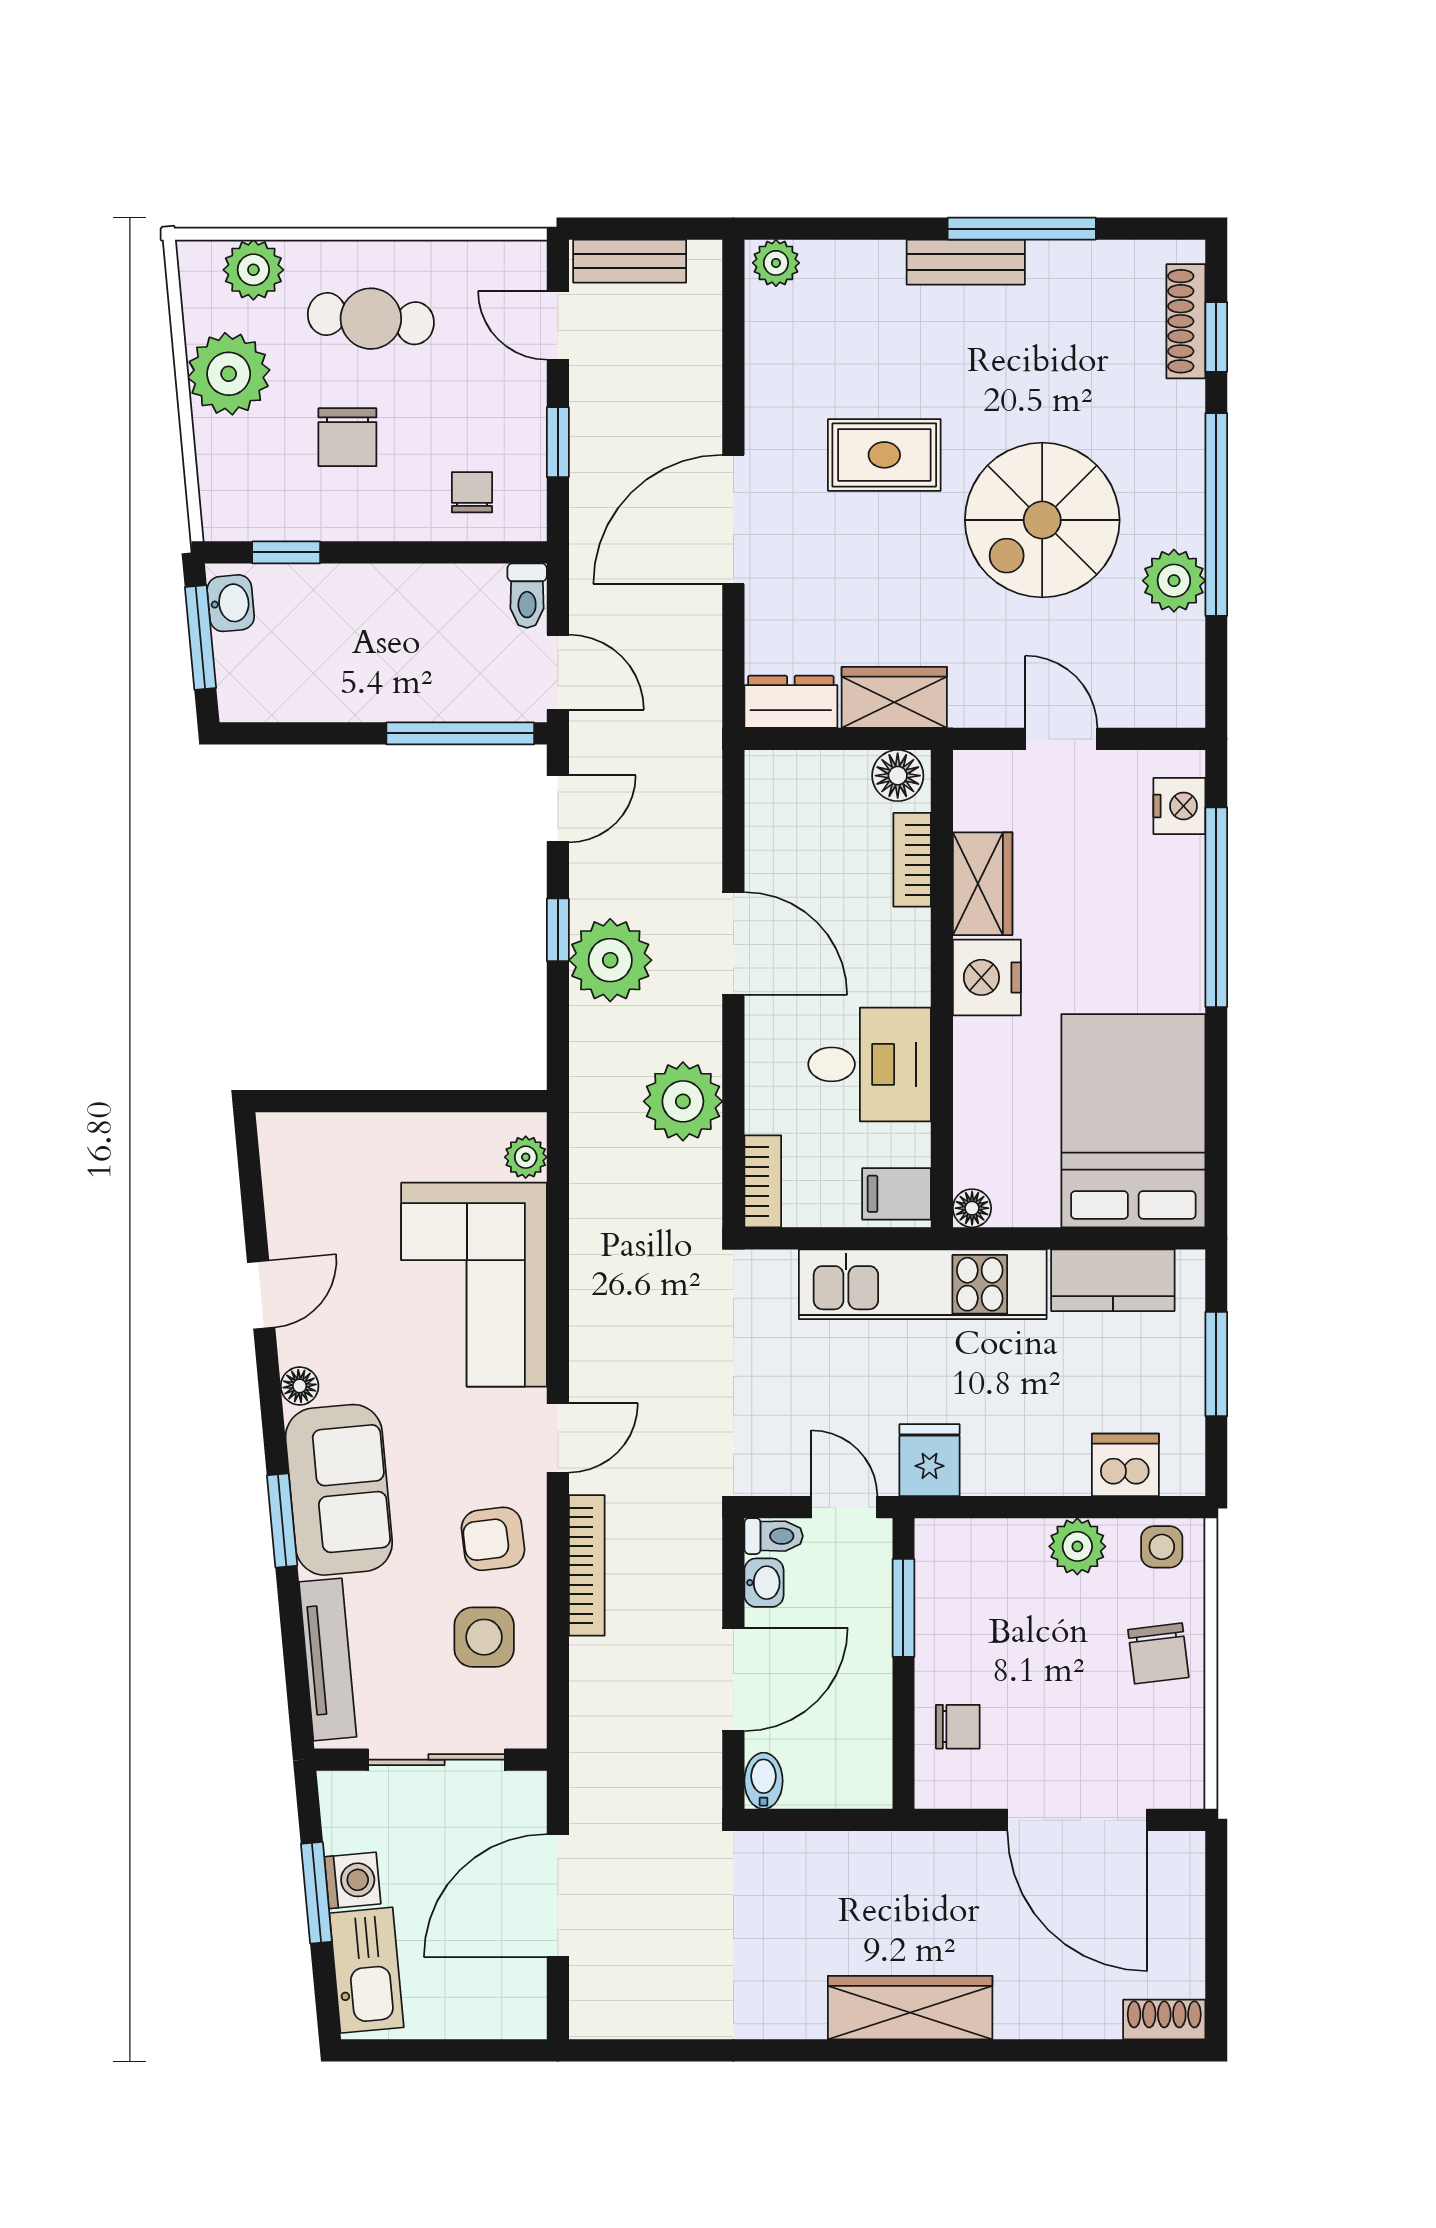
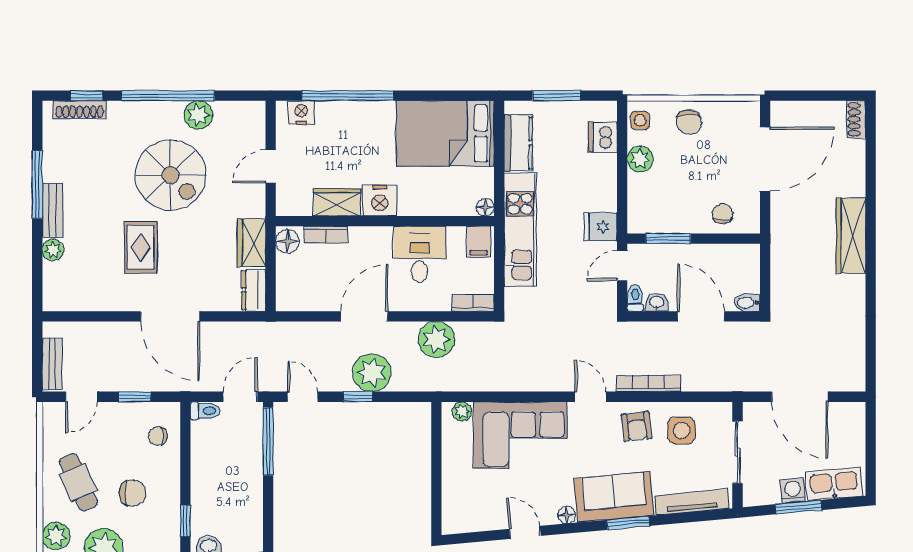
plant: (776, 263) -> (53, 250), moved
cafe table: (371, 319) -> (78, 482), turned -30
chair: (1158, 1653) -> (689, 122), turned 97

